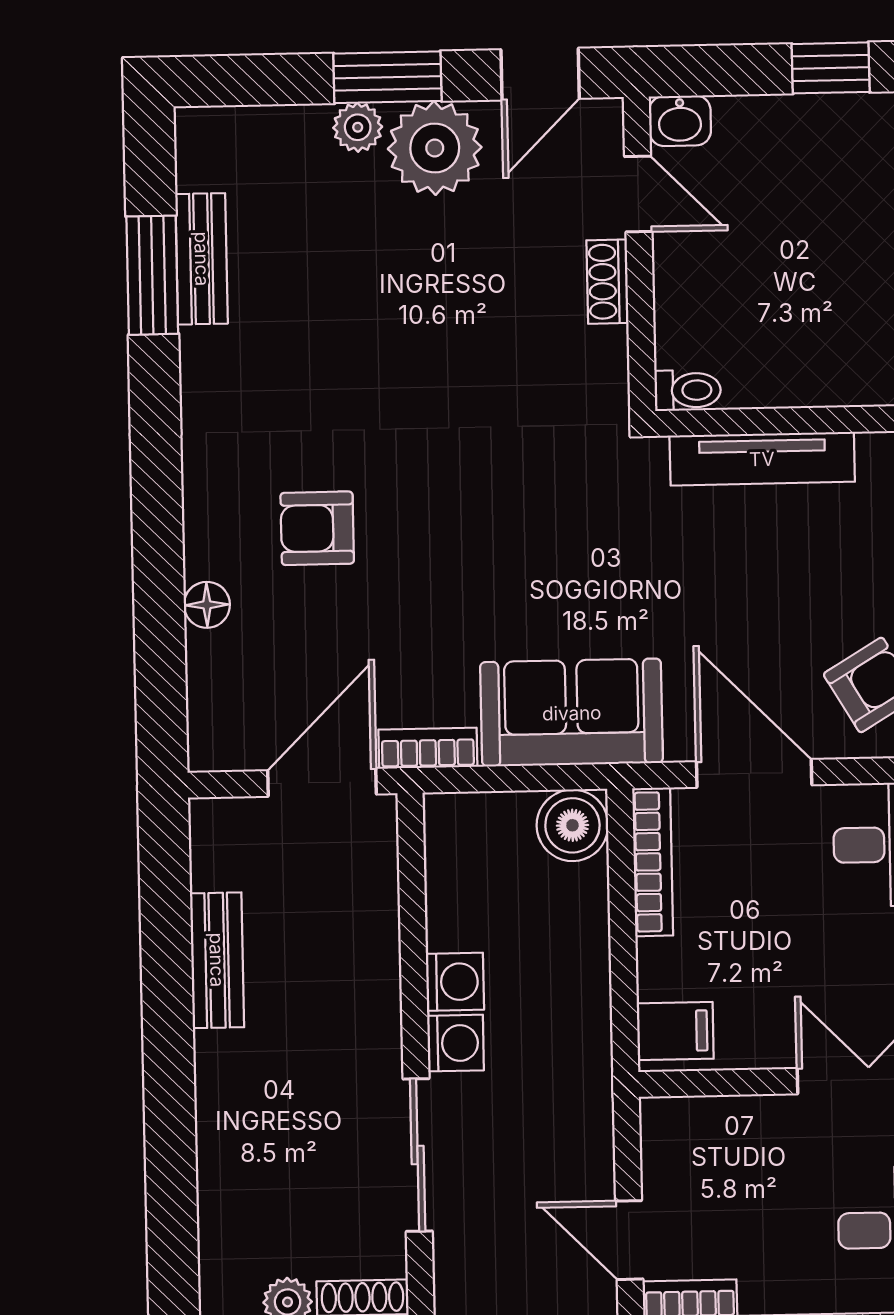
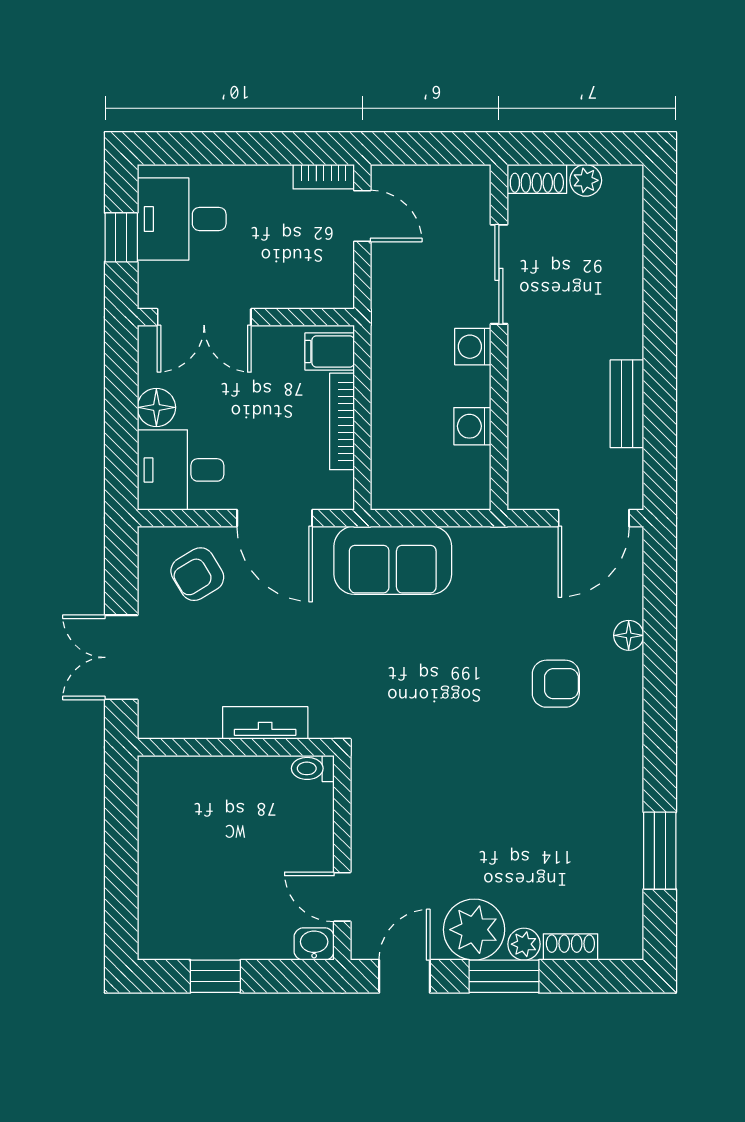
bench: (202, 259) -> (627, 861), removed
shoe rack: (607, 282) -> (570, 947), moved, turned -90
tv unit: (762, 459) -> (265, 723), width x0.71
bookcase: (428, 748) -> (487, 539), removed
door: (322, 782) -> (594, 518), moved
boiler: (572, 825) -> (394, 487), removed
bookcase: (653, 862) -> (342, 421), moved
washing machine: (455, 982) -> (472, 426), moved

